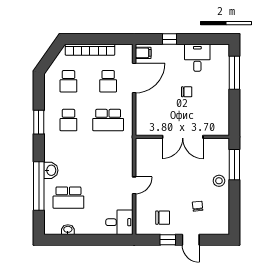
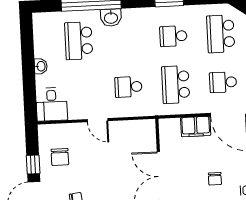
school desk: (68, 81) -> (221, 34), width x1.85
filing cabinet: (143, 105) -> (196, 127), added
school desk: (108, 159) -> (128, 87), added
washbasin: (68, 230) -> (41, 66), moved

